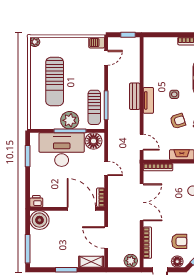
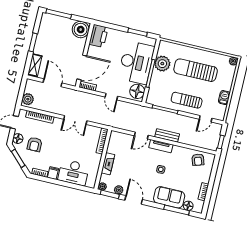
barbecue: (97, 43) -> (224, 98), moved
door: (106, 58) -> (206, 119), hinge flipped
sun lounger: (94, 107) -> (187, 100), moved
plant: (70, 120) -> (162, 64), moved
armchair: (178, 121) -> (198, 160), moved
door: (142, 142) -> (141, 135), moved
door: (106, 168) -> (111, 97), hinge flipped
printer: (36, 201) -> (99, 36), width x1.87, depth x1.48
double door: (142, 202) -> (75, 120), width x0.73
door: (106, 238) -> (52, 83), hinge flipped

